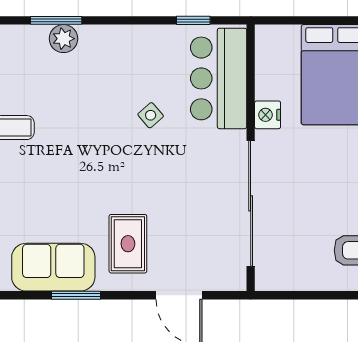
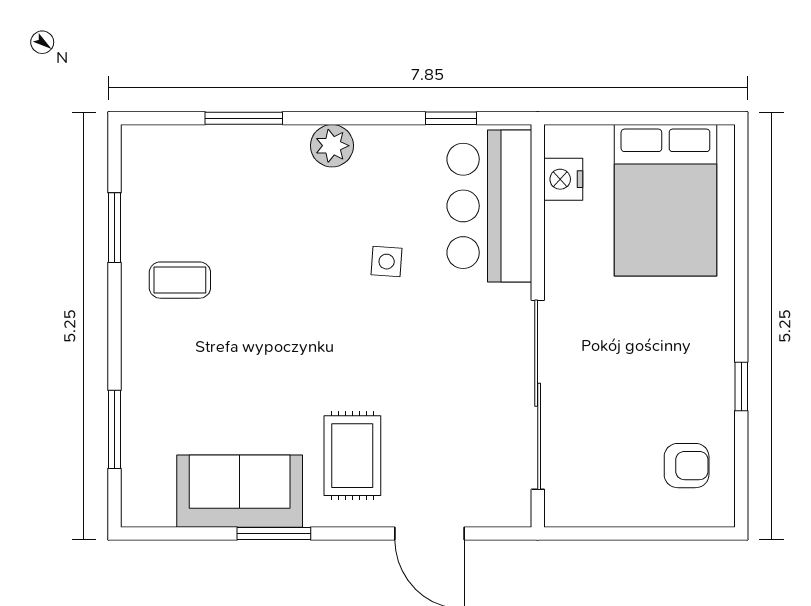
plant: (63, 39) -> (332, 146), moved
side table: (151, 115) -> (387, 262), turned 45
nightstand: (268, 115) -> (563, 179), moved

